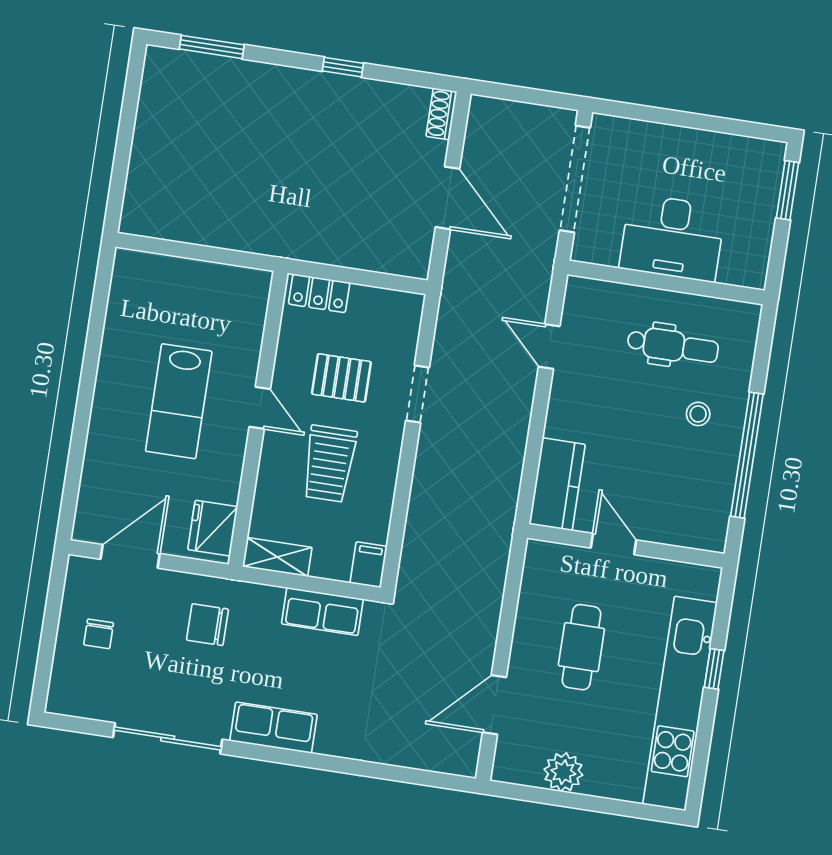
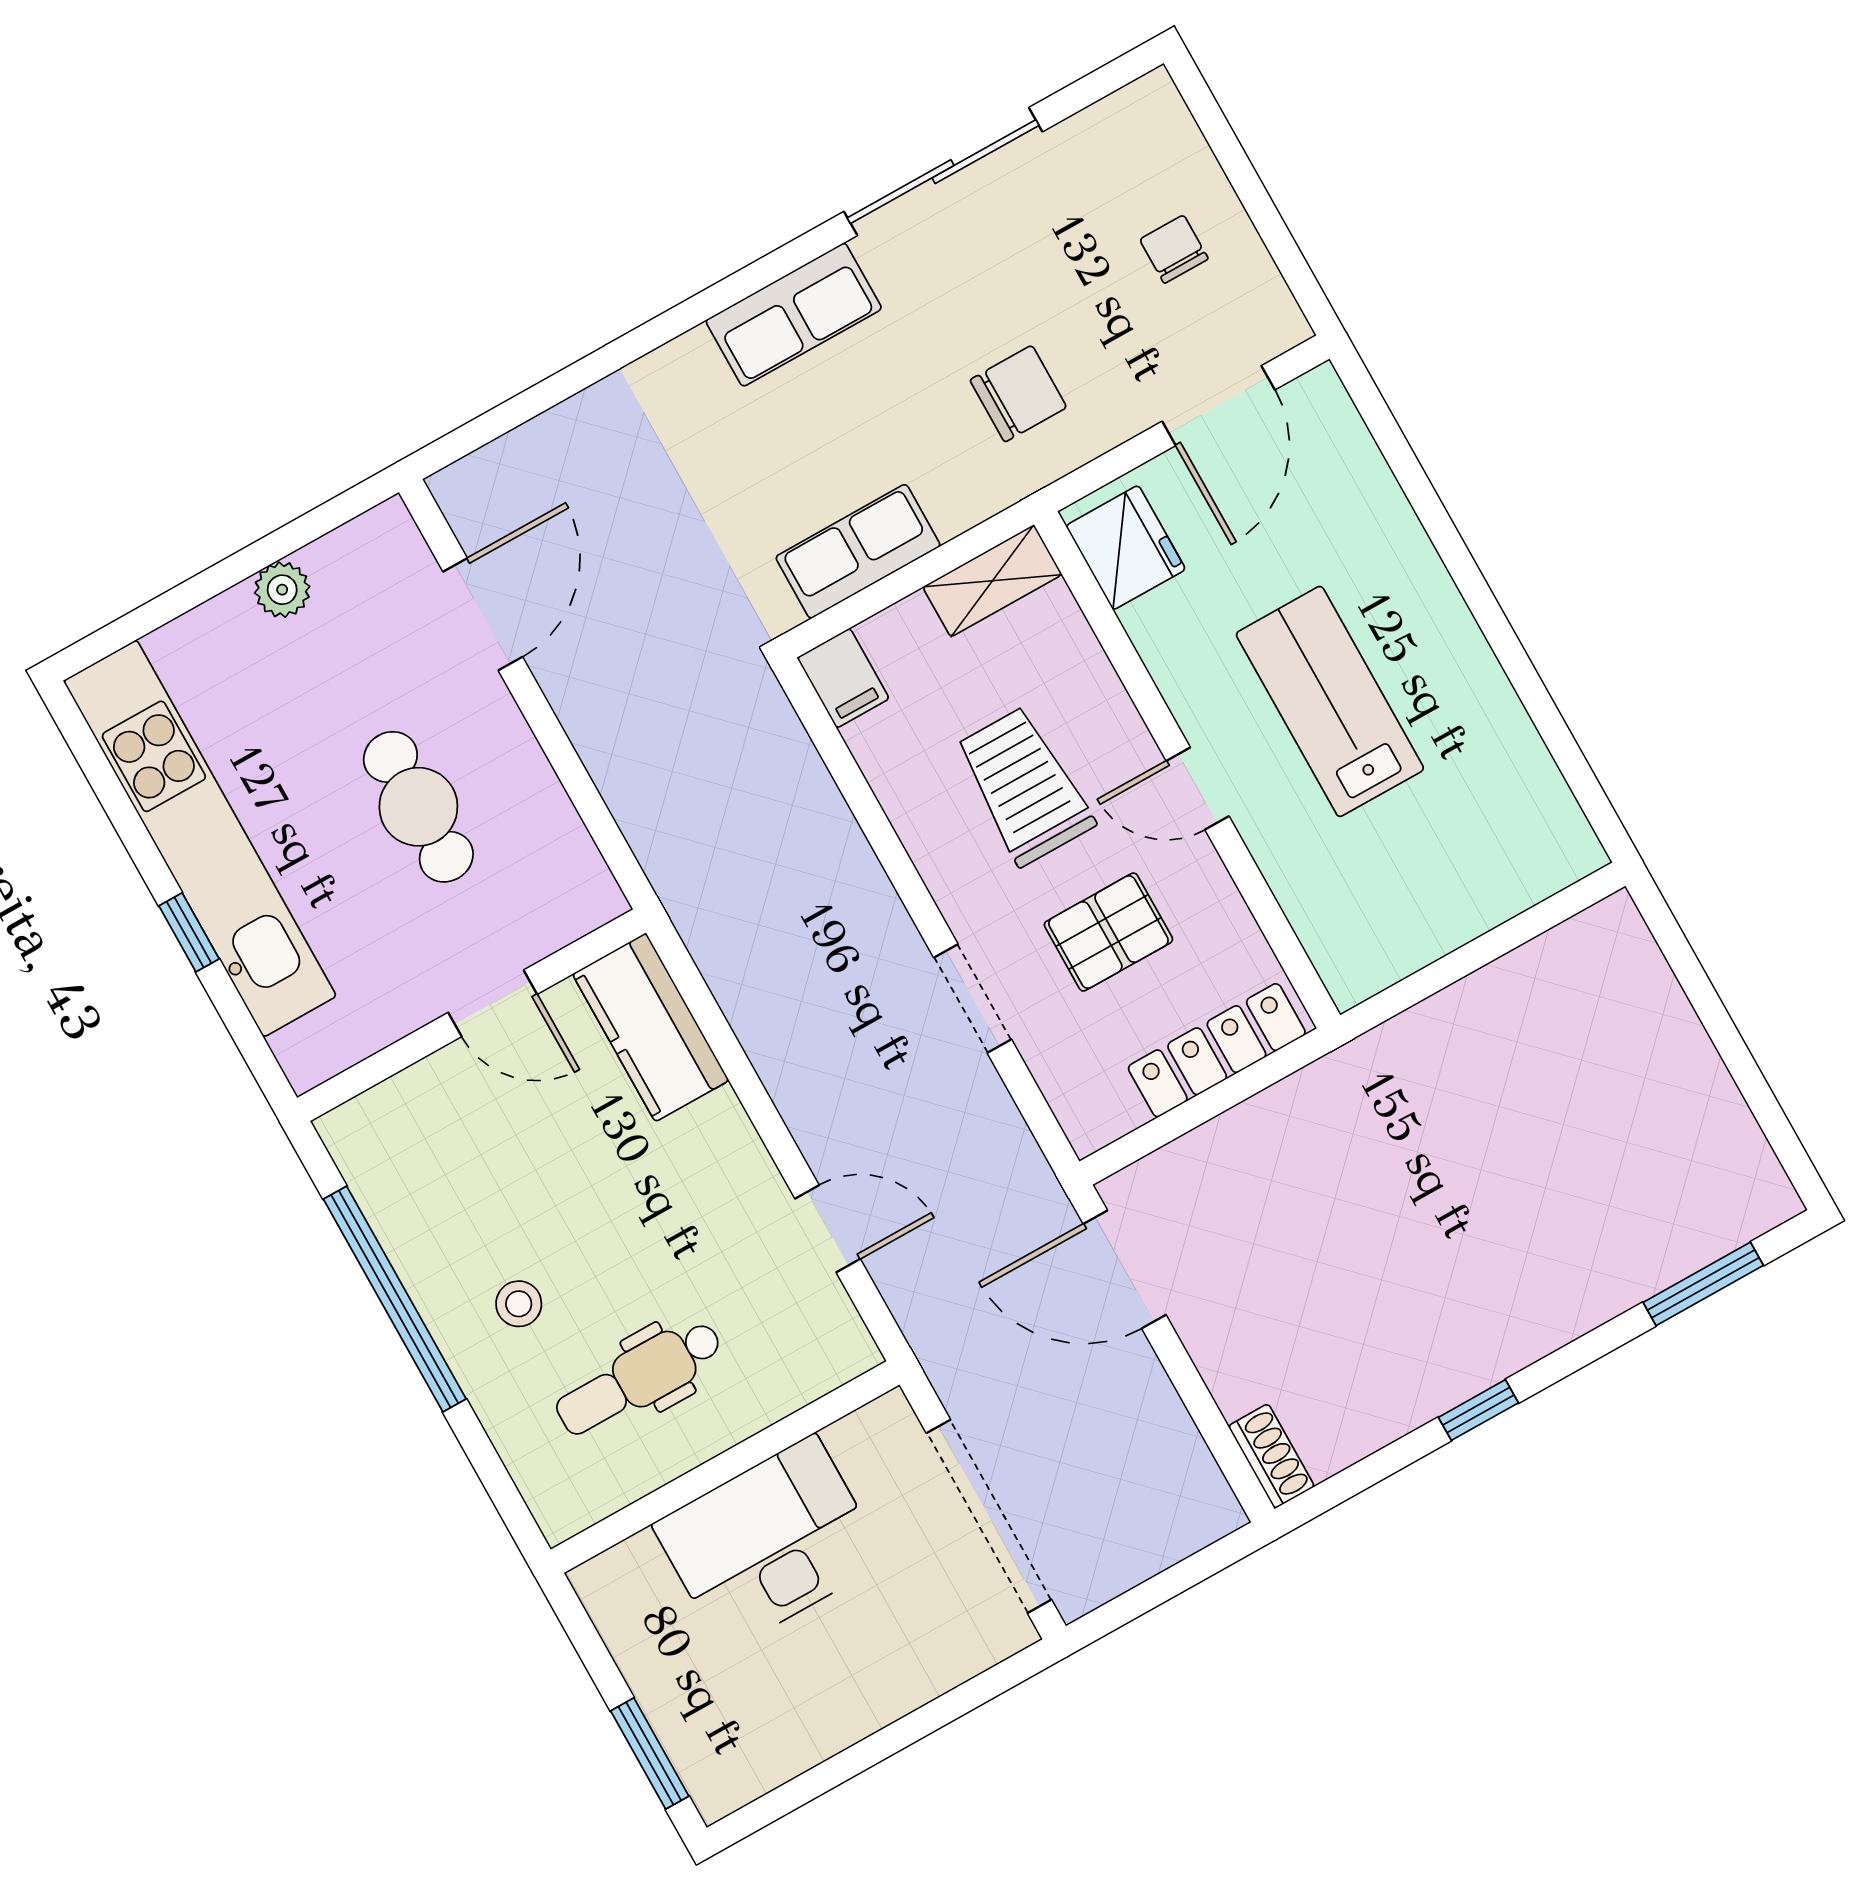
door: (447, 198) -> (1125, 1269), moved
locker: (319, 293) -> (1217, 1050), width x1.53
plant: (563, 772) -> (282, 590), width x0.73, depth x0.73

